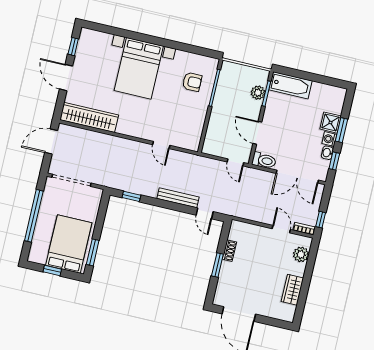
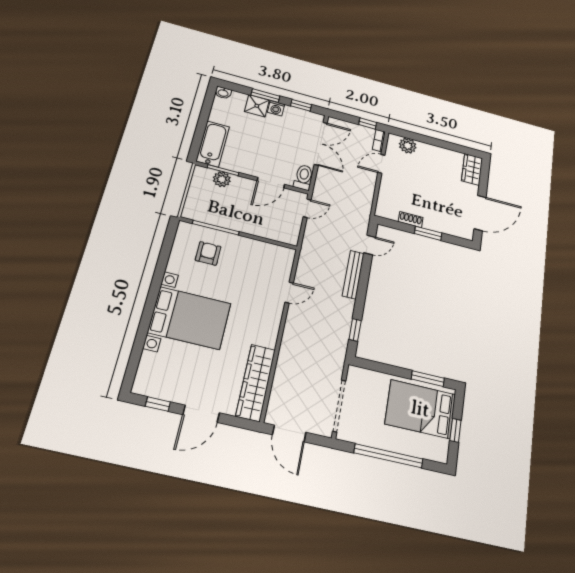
washbasin: (327, 153) -> (223, 93), moved
wardrobe: (292, 290) -> (472, 169), moved, turned 90

